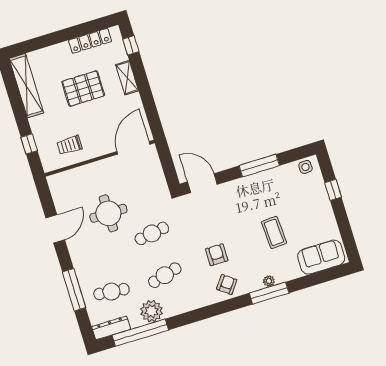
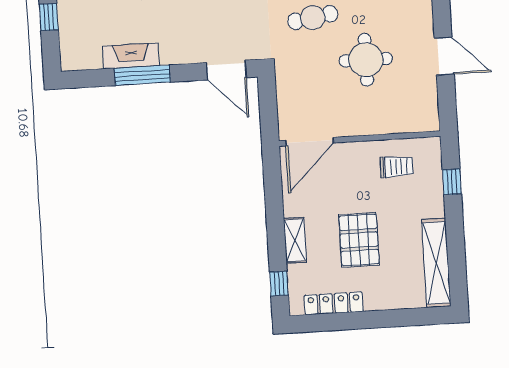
pallet: (83, 89) -> (359, 240), turned 90
side table: (305, 167) -> (79, 58), removed
fireplace: (270, 177) -> (131, 56), added
door: (55, 229) -> (444, 56), swing flipped

